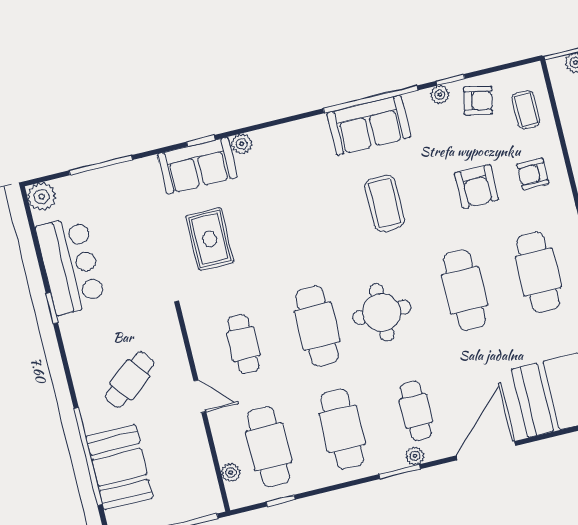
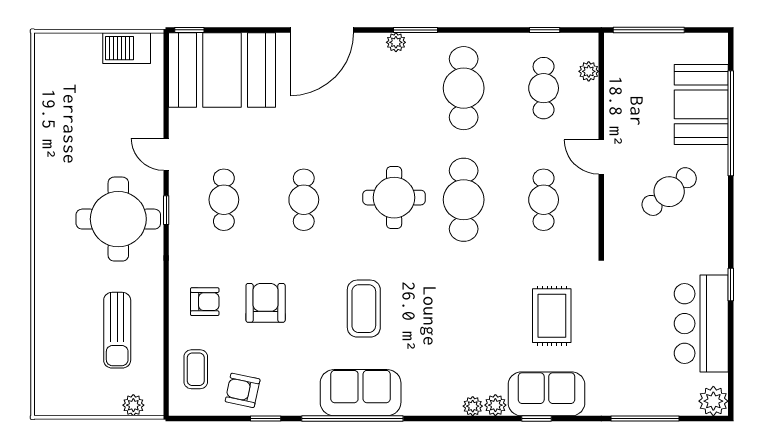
plant: (440, 95) -> (473, 406), moved
cafe table: (538, 272) -> (224, 200), width x0.73, depth x0.74
cafe table: (464, 290) -> (304, 200), width x0.73, depth x0.74
cafe table: (416, 411) -> (384, 88), removed
cafe table: (269, 447) -> (544, 88), width x0.73, depth x0.74

